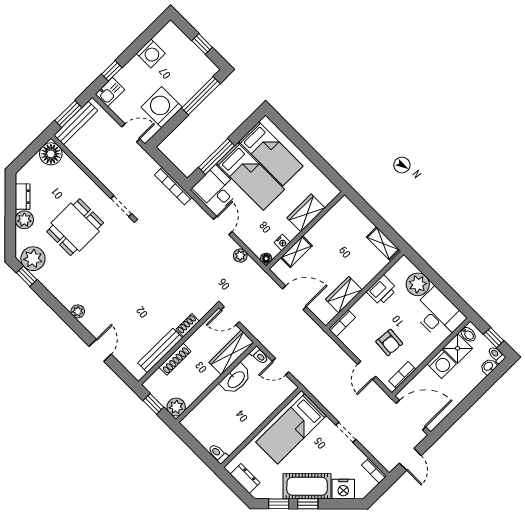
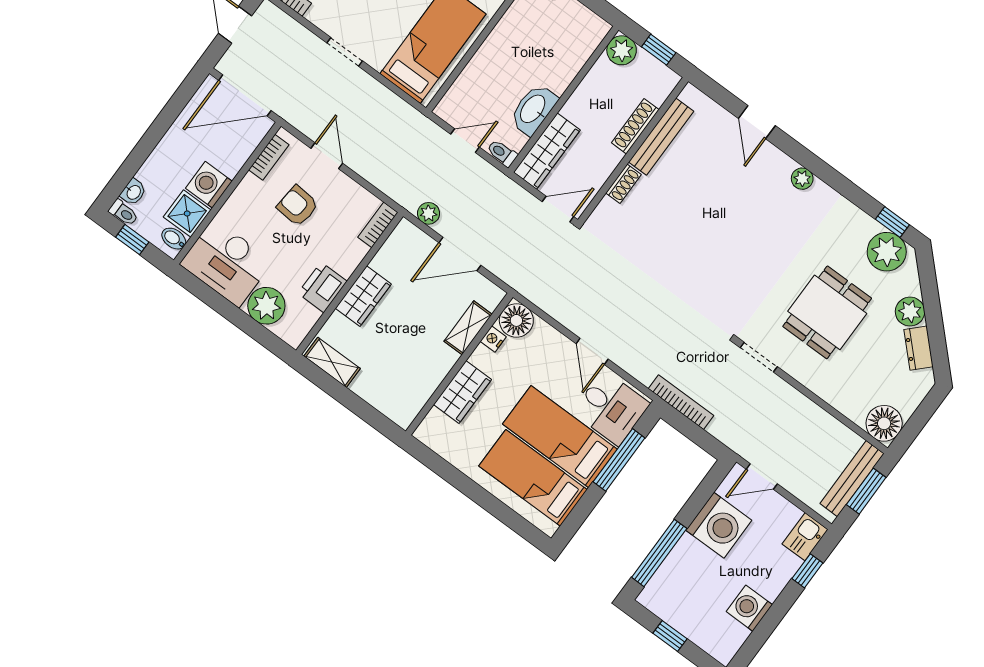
plant: (240, 256) -> (429, 213), moved
floor lamp: (266, 259) -> (516, 320), width x1.89, depth x1.89
wardrobe: (344, 295) -> (363, 296), moved

